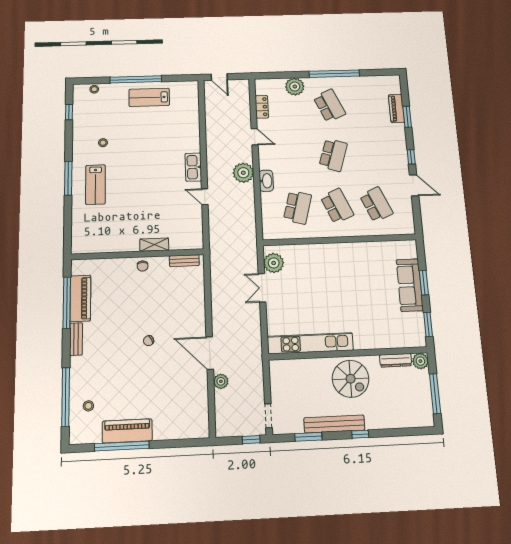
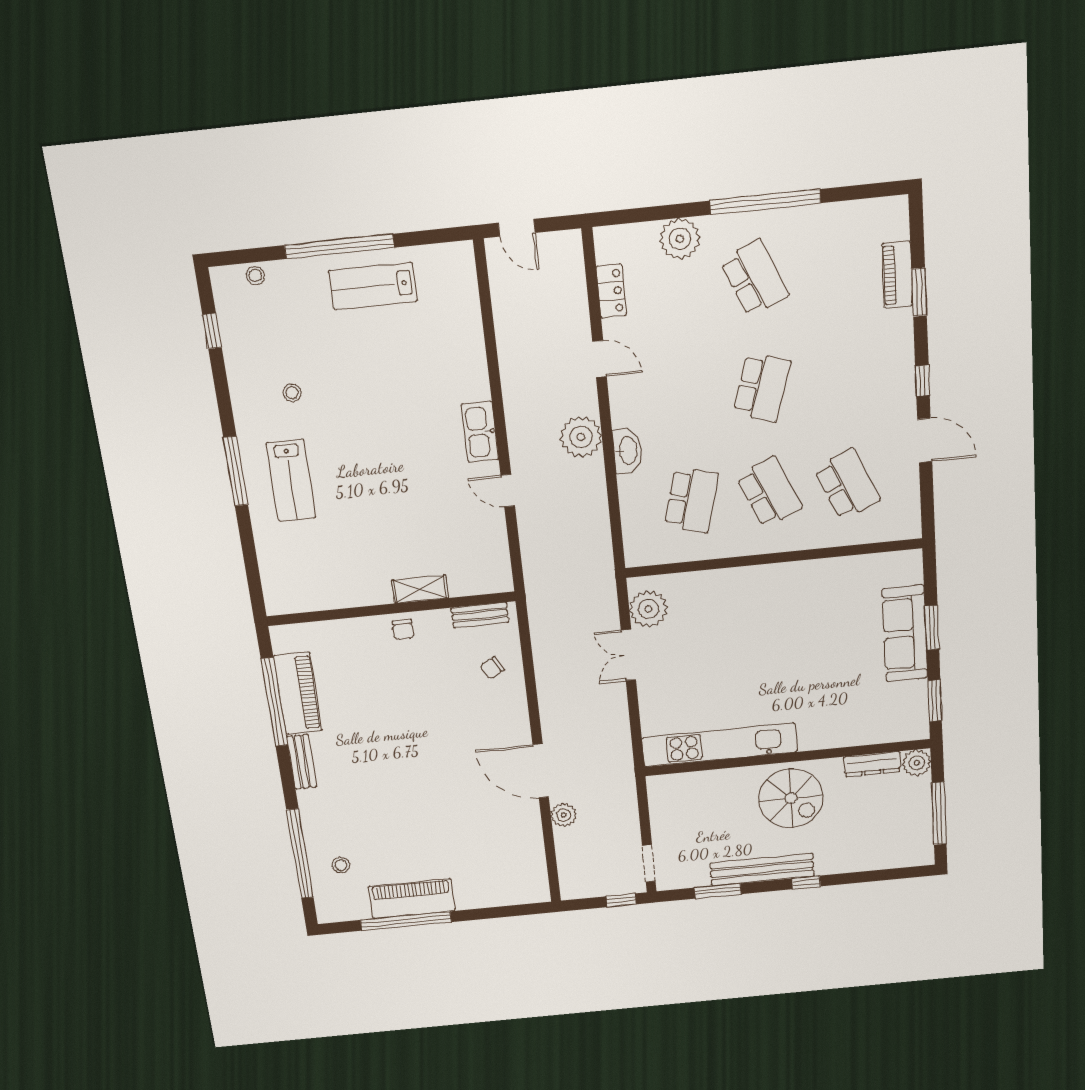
chair: (149, 341) -> (492, 668), moved

